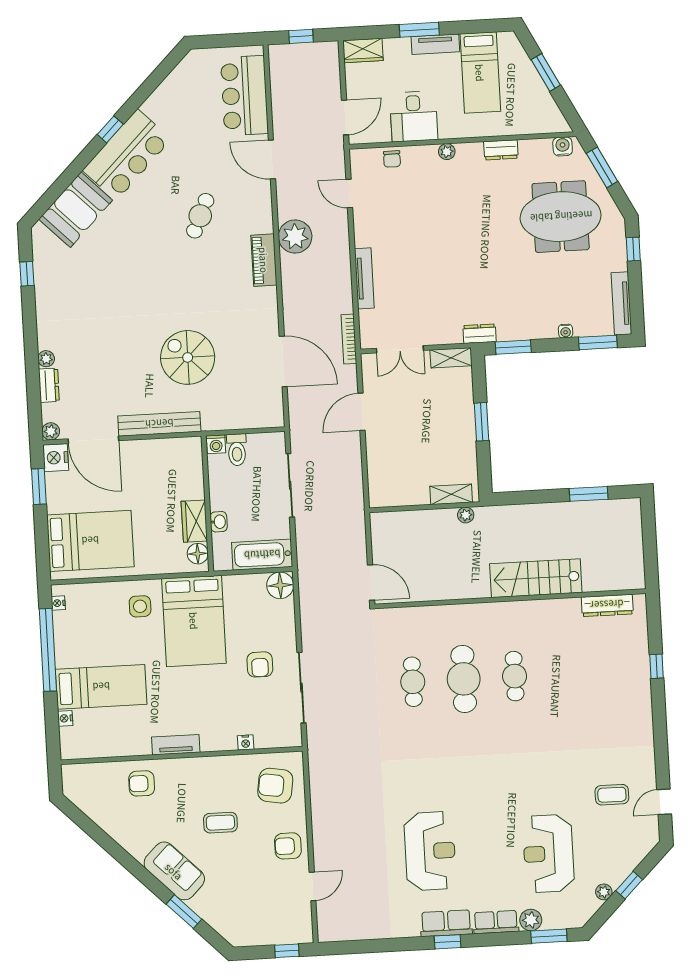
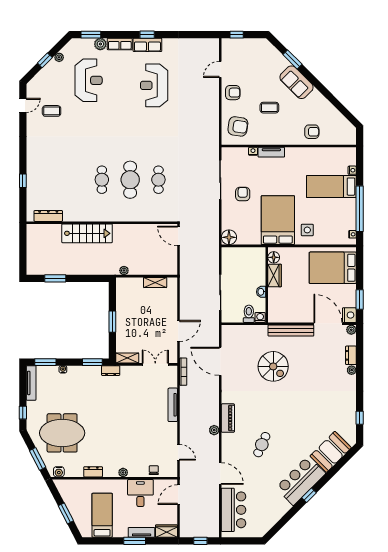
tv unit: (435, 44) -> (142, 532), moved
plant: (295, 237) -> (214, 430), width x0.53, depth x0.53
shelving: (451, 494) -> (155, 282), moved
washbasin: (219, 522) -> (261, 292), moved
bathtub: (262, 555) -> (238, 255), removed
tv unit: (176, 745) -> (271, 152), moved

